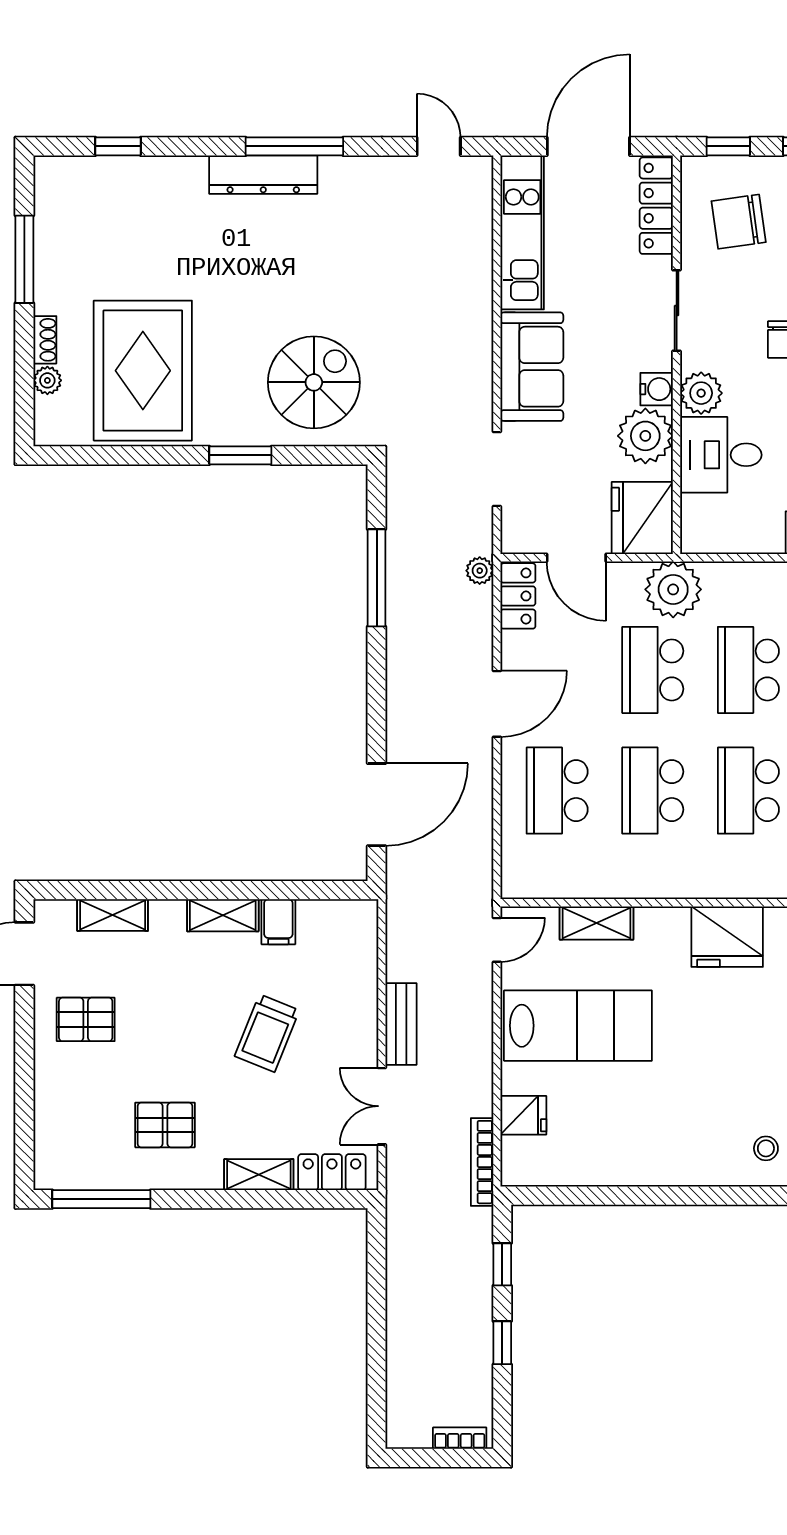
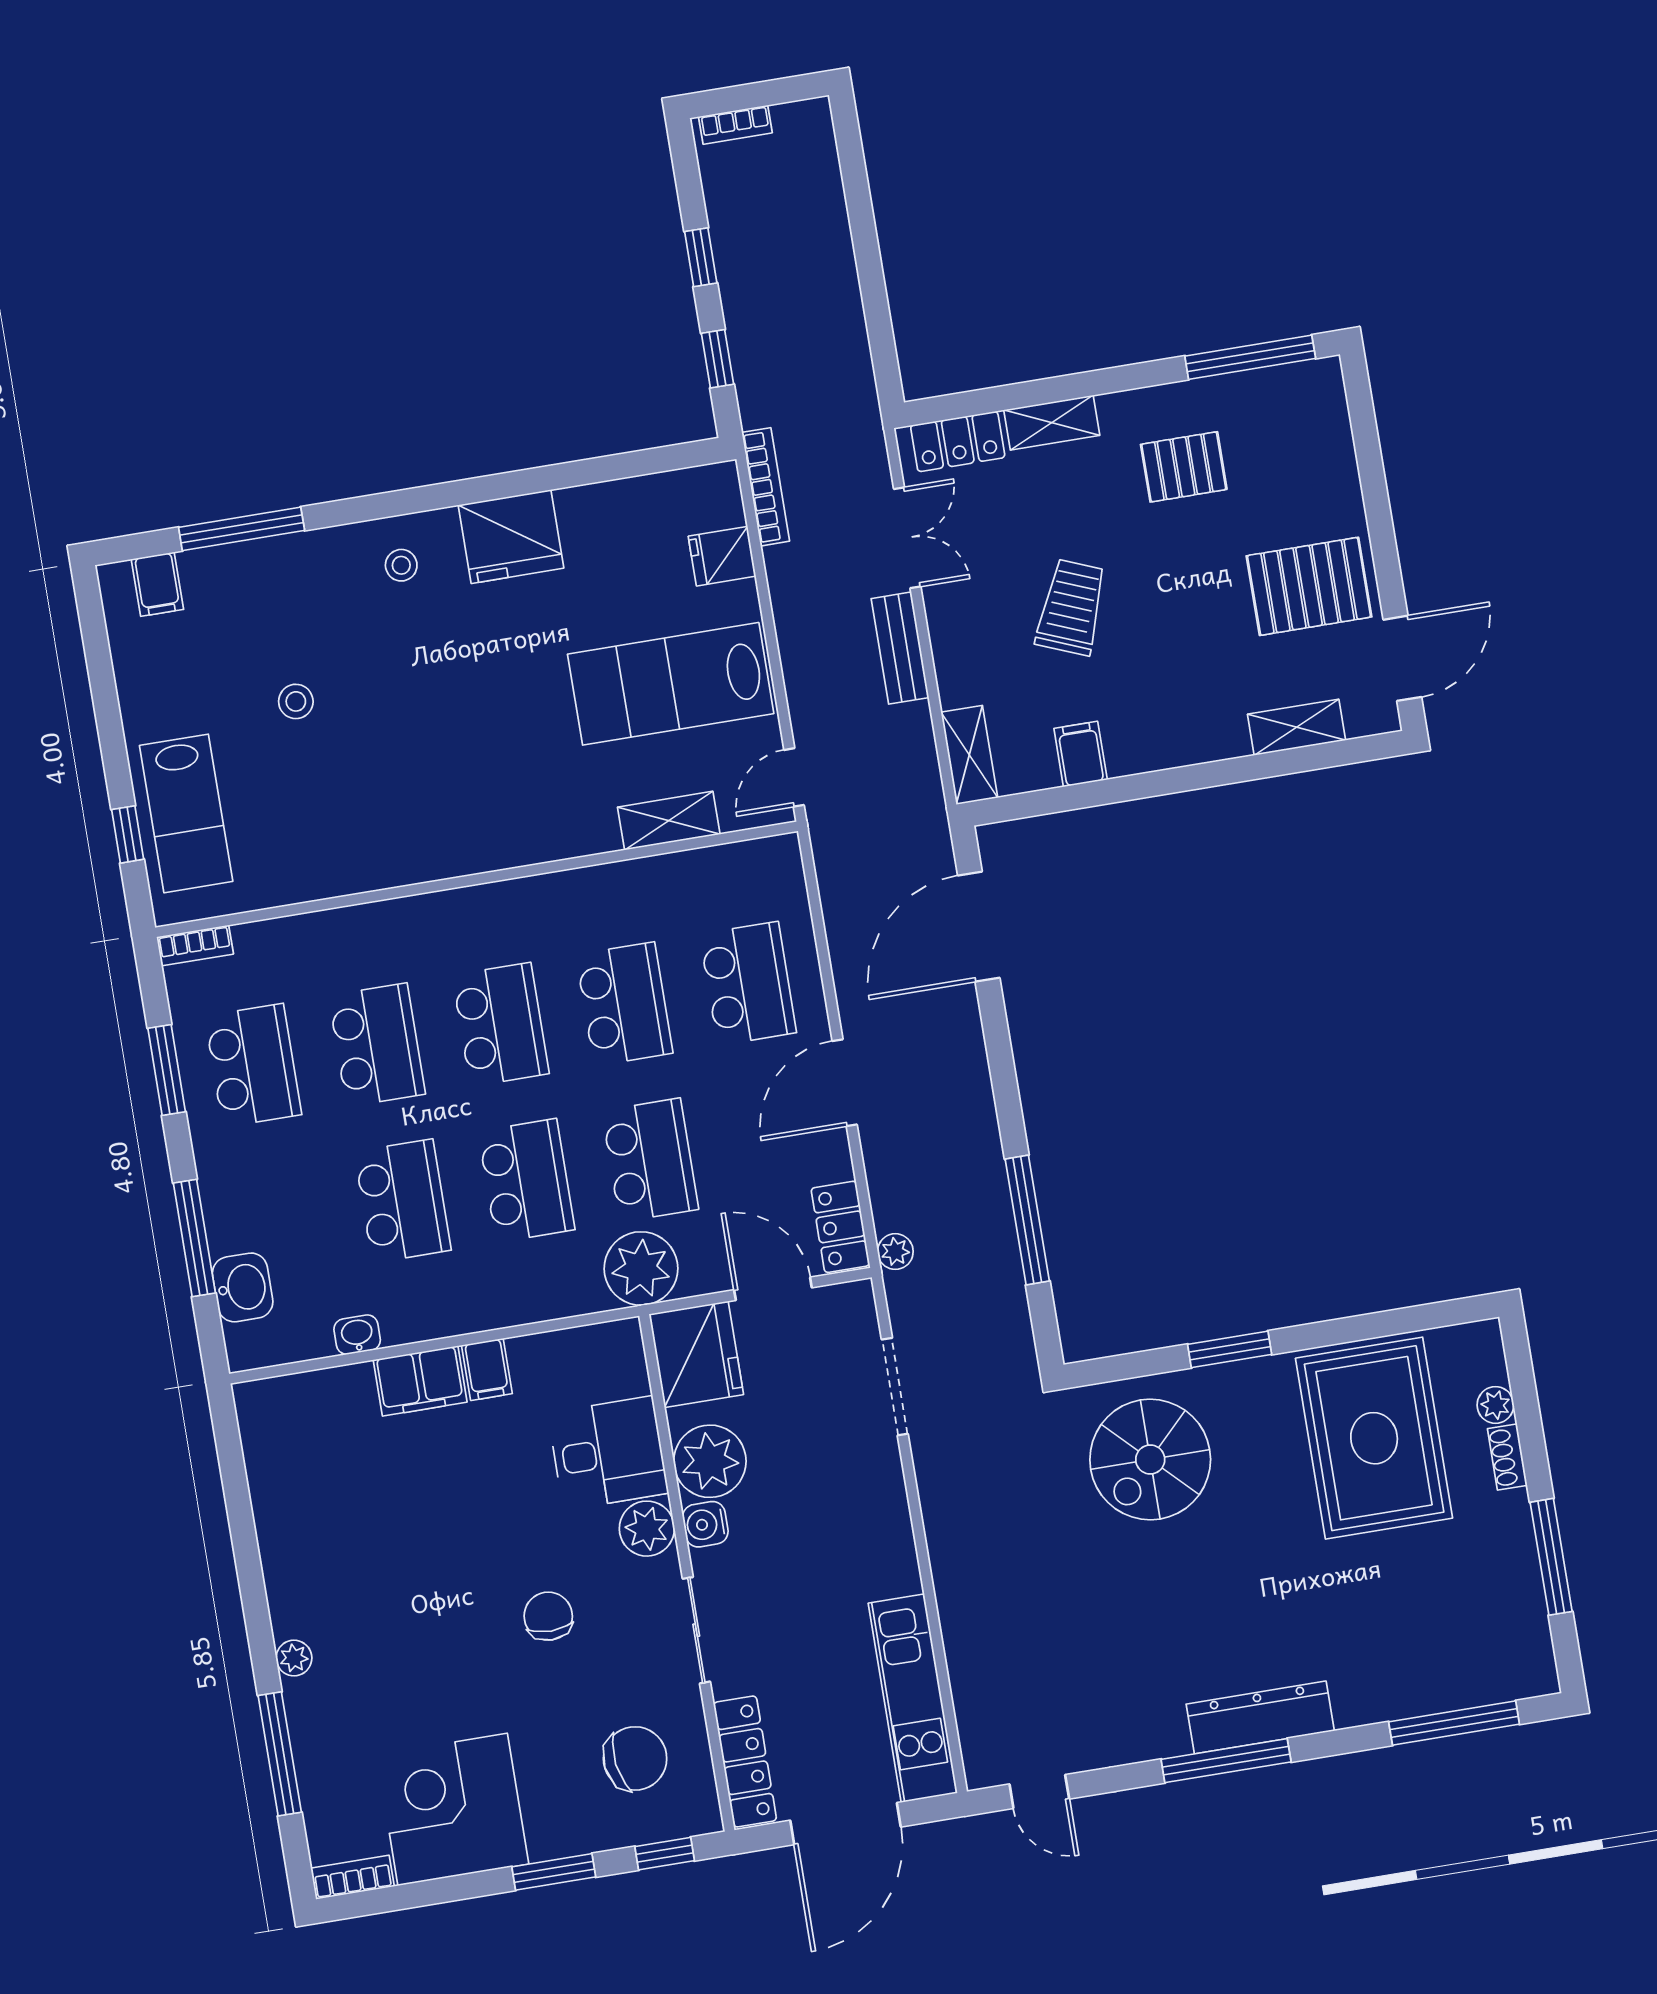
window: (118, 146) -> (1454, 1723), width x2.17
sofa: (532, 367) -> (871, 1527), removed
shelving: (223, 915) -> (969, 755), moved, turned 90
fridge: (727, 937) -> (511, 537), moved, turned 180
pallet: (86, 1019) -> (1309, 586), width x1.50, depth x1.42

